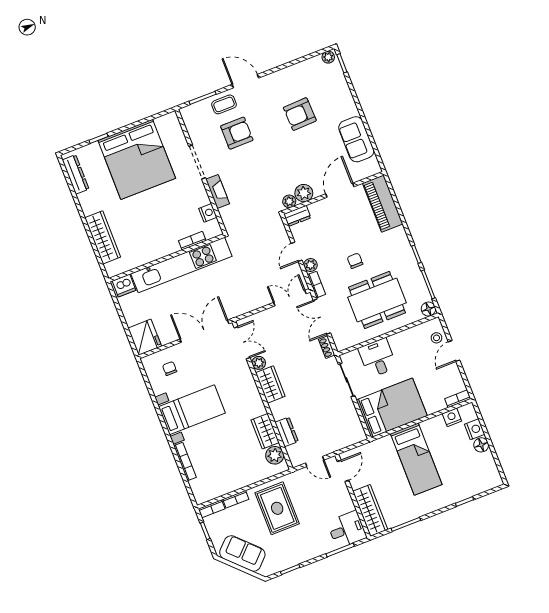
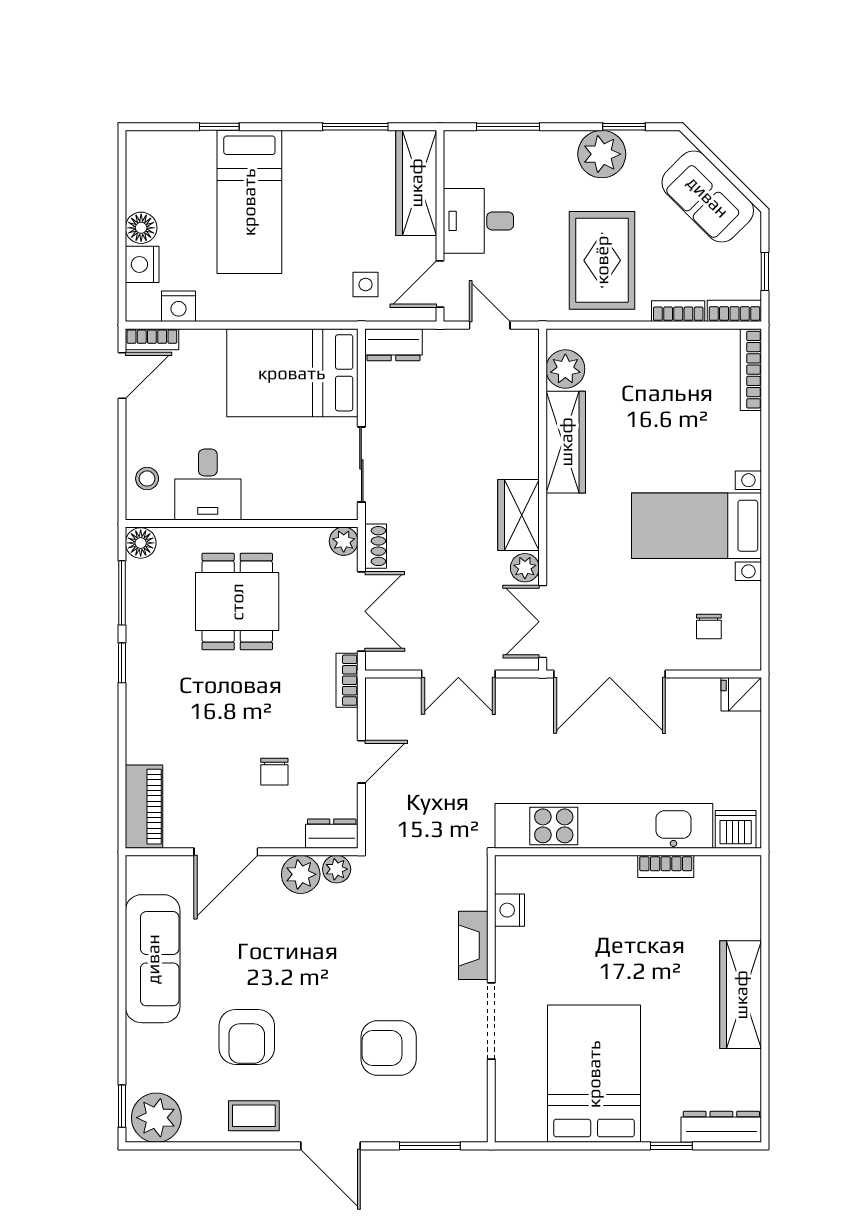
plant: (328, 57) -> (156, 1118), width x1.88, depth x1.88
coffee table: (224, 104) -> (254, 1116), moved
armchair: (300, 114) -> (247, 1037), turned 92
sofa: (356, 139) -> (153, 959), width x1.36
bed: (137, 159) -> (594, 1074), width x0.73
dresser: (76, 174) -> (721, 1127), moved, turned 90
piano: (383, 204) -> (144, 807), width x0.73, depth x0.75
wardrobe: (103, 237) -> (741, 995), moved
bookcase: (192, 241) -> (666, 866), moved
chair: (355, 261) -> (274, 772), moved
plant: (311, 265) -> (344, 541), moved
double door: (290, 298) -> (458, 674), moved
dining table: (377, 300) -> (237, 602), width x0.73
fridge: (145, 337) -> (741, 694), width x0.53, depth x0.75
door: (454, 351) -> (122, 376), moved
desk: (378, 358) -> (208, 485), moved
wardrobe: (265, 431) -> (566, 442), width x1.50
dresser: (287, 432) -> (393, 345), moved, turned -90
side table: (375, 458) -> (366, 285), added
bed: (416, 459) -> (249, 202), moved, turned 180
bookcase: (185, 461) -> (751, 370), moved
desk: (347, 530) -> (478, 221), moved
plant: (295, 554) -> (602, 154), added

